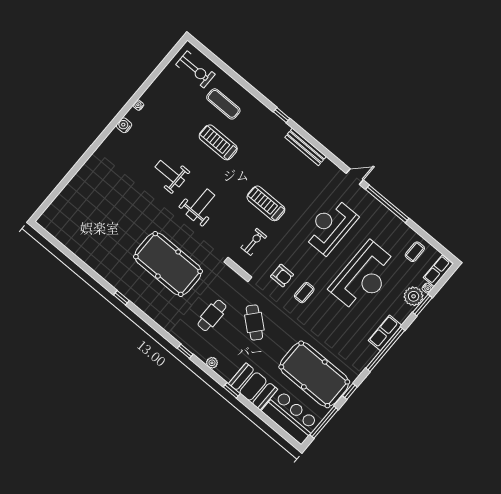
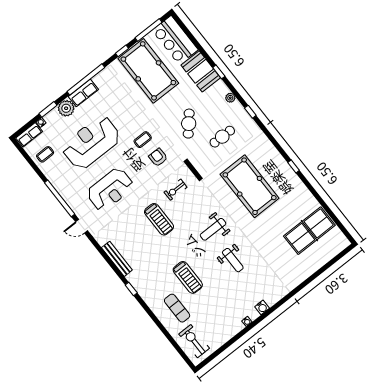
table tennis table: (87, 227) -> (309, 231), added
plant: (414, 296) -> (66, 108), moved

